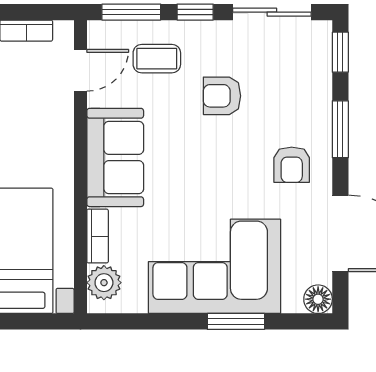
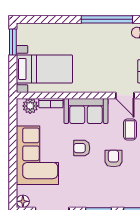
armchair: (292, 165) -> (82, 148), moved
window: (236, 321) -> (13, 165), removed

